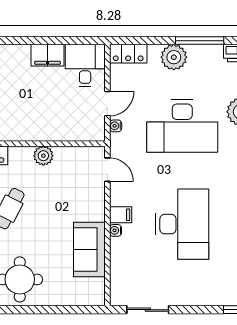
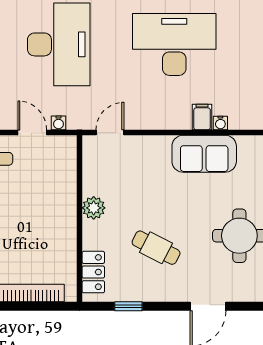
filing cabinet: (121, 215) -> (202, 117), moved
water cooler: (115, 230) -> (220, 123), moved

